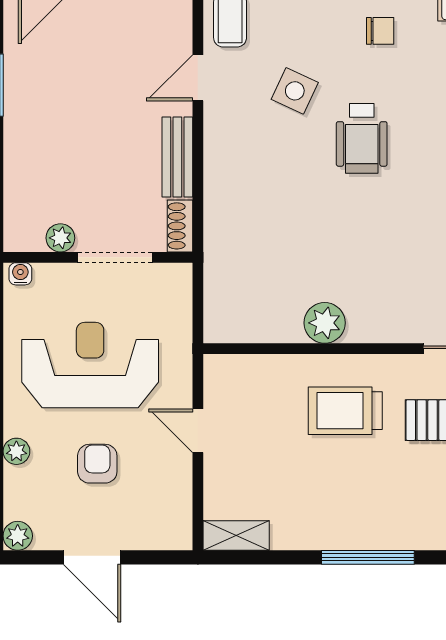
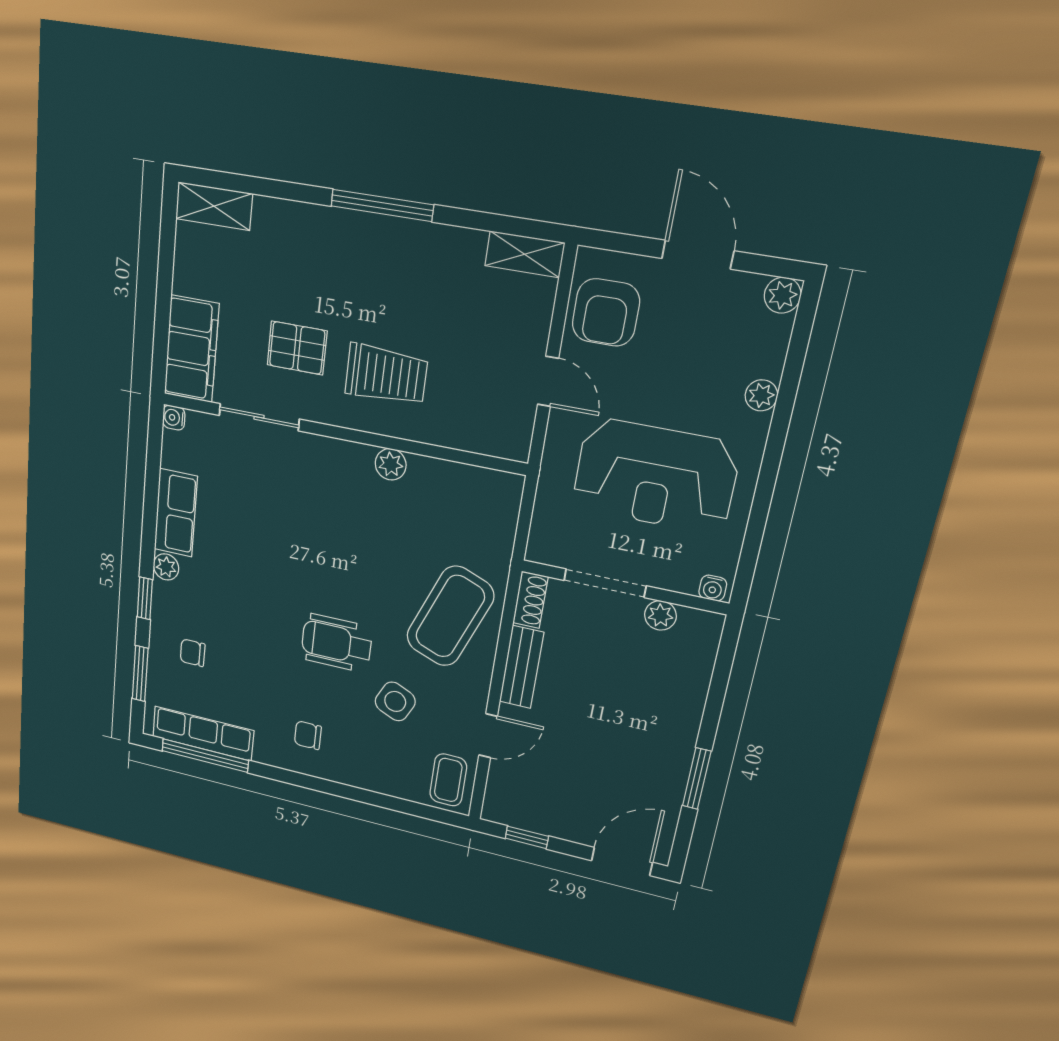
wheelchair: (362, 138) -> (336, 643), turned -90
coffee table: (253, 192) -> (450, 616), added
plant: (325, 323) -> (391, 464), width x0.73, depth x0.73
armchair: (97, 464) -> (606, 312), moved, width x1.38, depth x1.38

